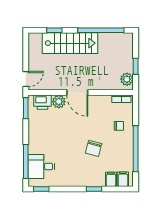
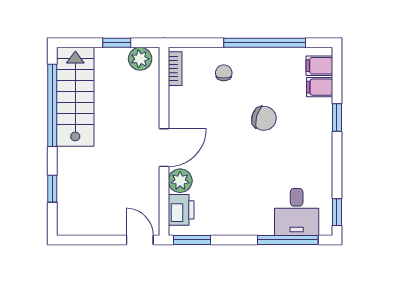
stairs: (70, 43) -> (75, 97), moved

